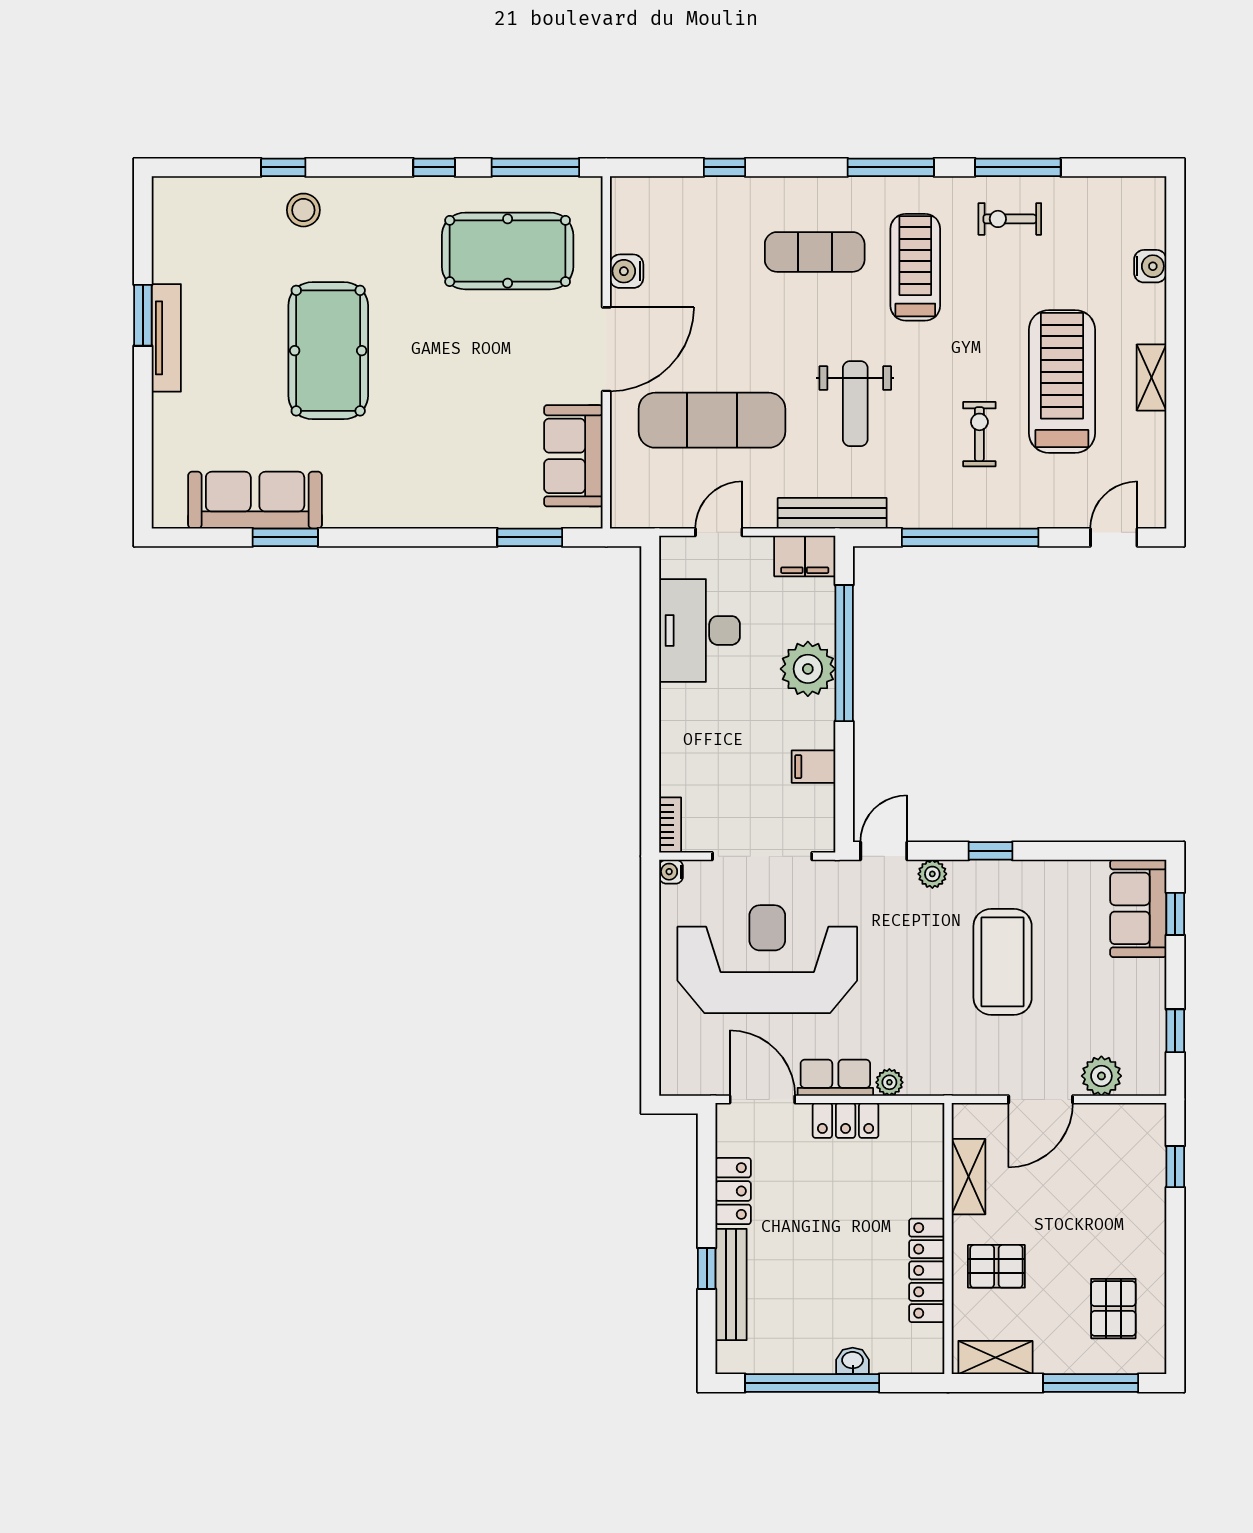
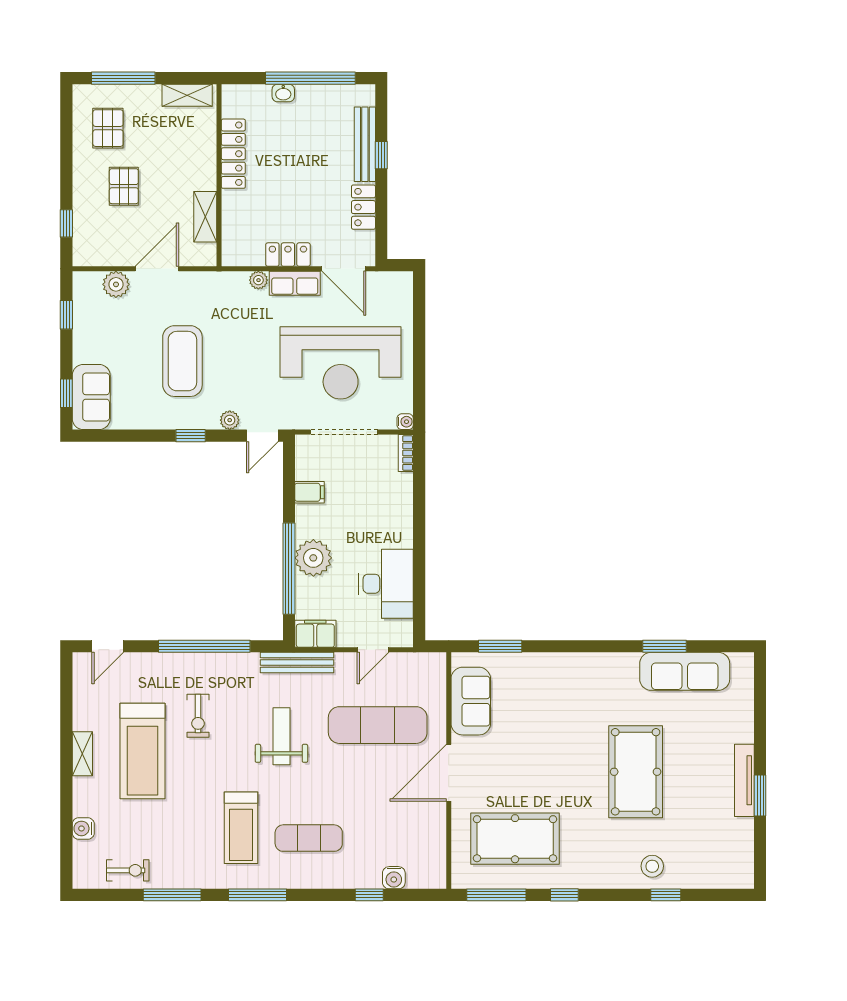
exercise bike: (1010, 219) -> (128, 870), moved
water cooler: (627, 271) -> (394, 878), moved, turned 90
pallet: (996, 1266) -> (124, 186), moved, turned 90

